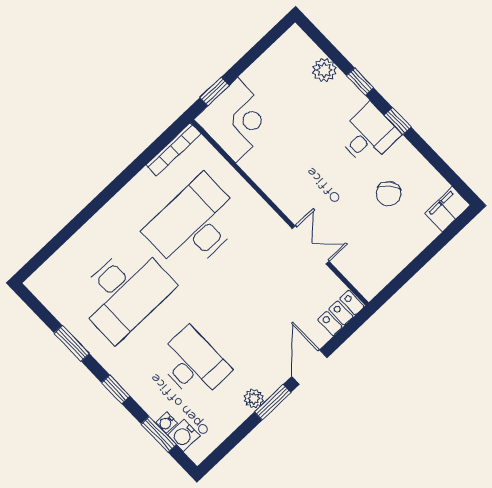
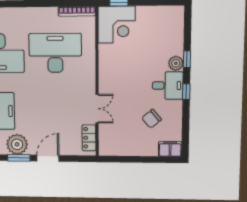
plant: (324, 70) -> (176, 63), moved
locker: (341, 313) -> (89, 138), moved, turned -90
plant: (254, 399) -> (17, 144), width x1.88, depth x1.88

